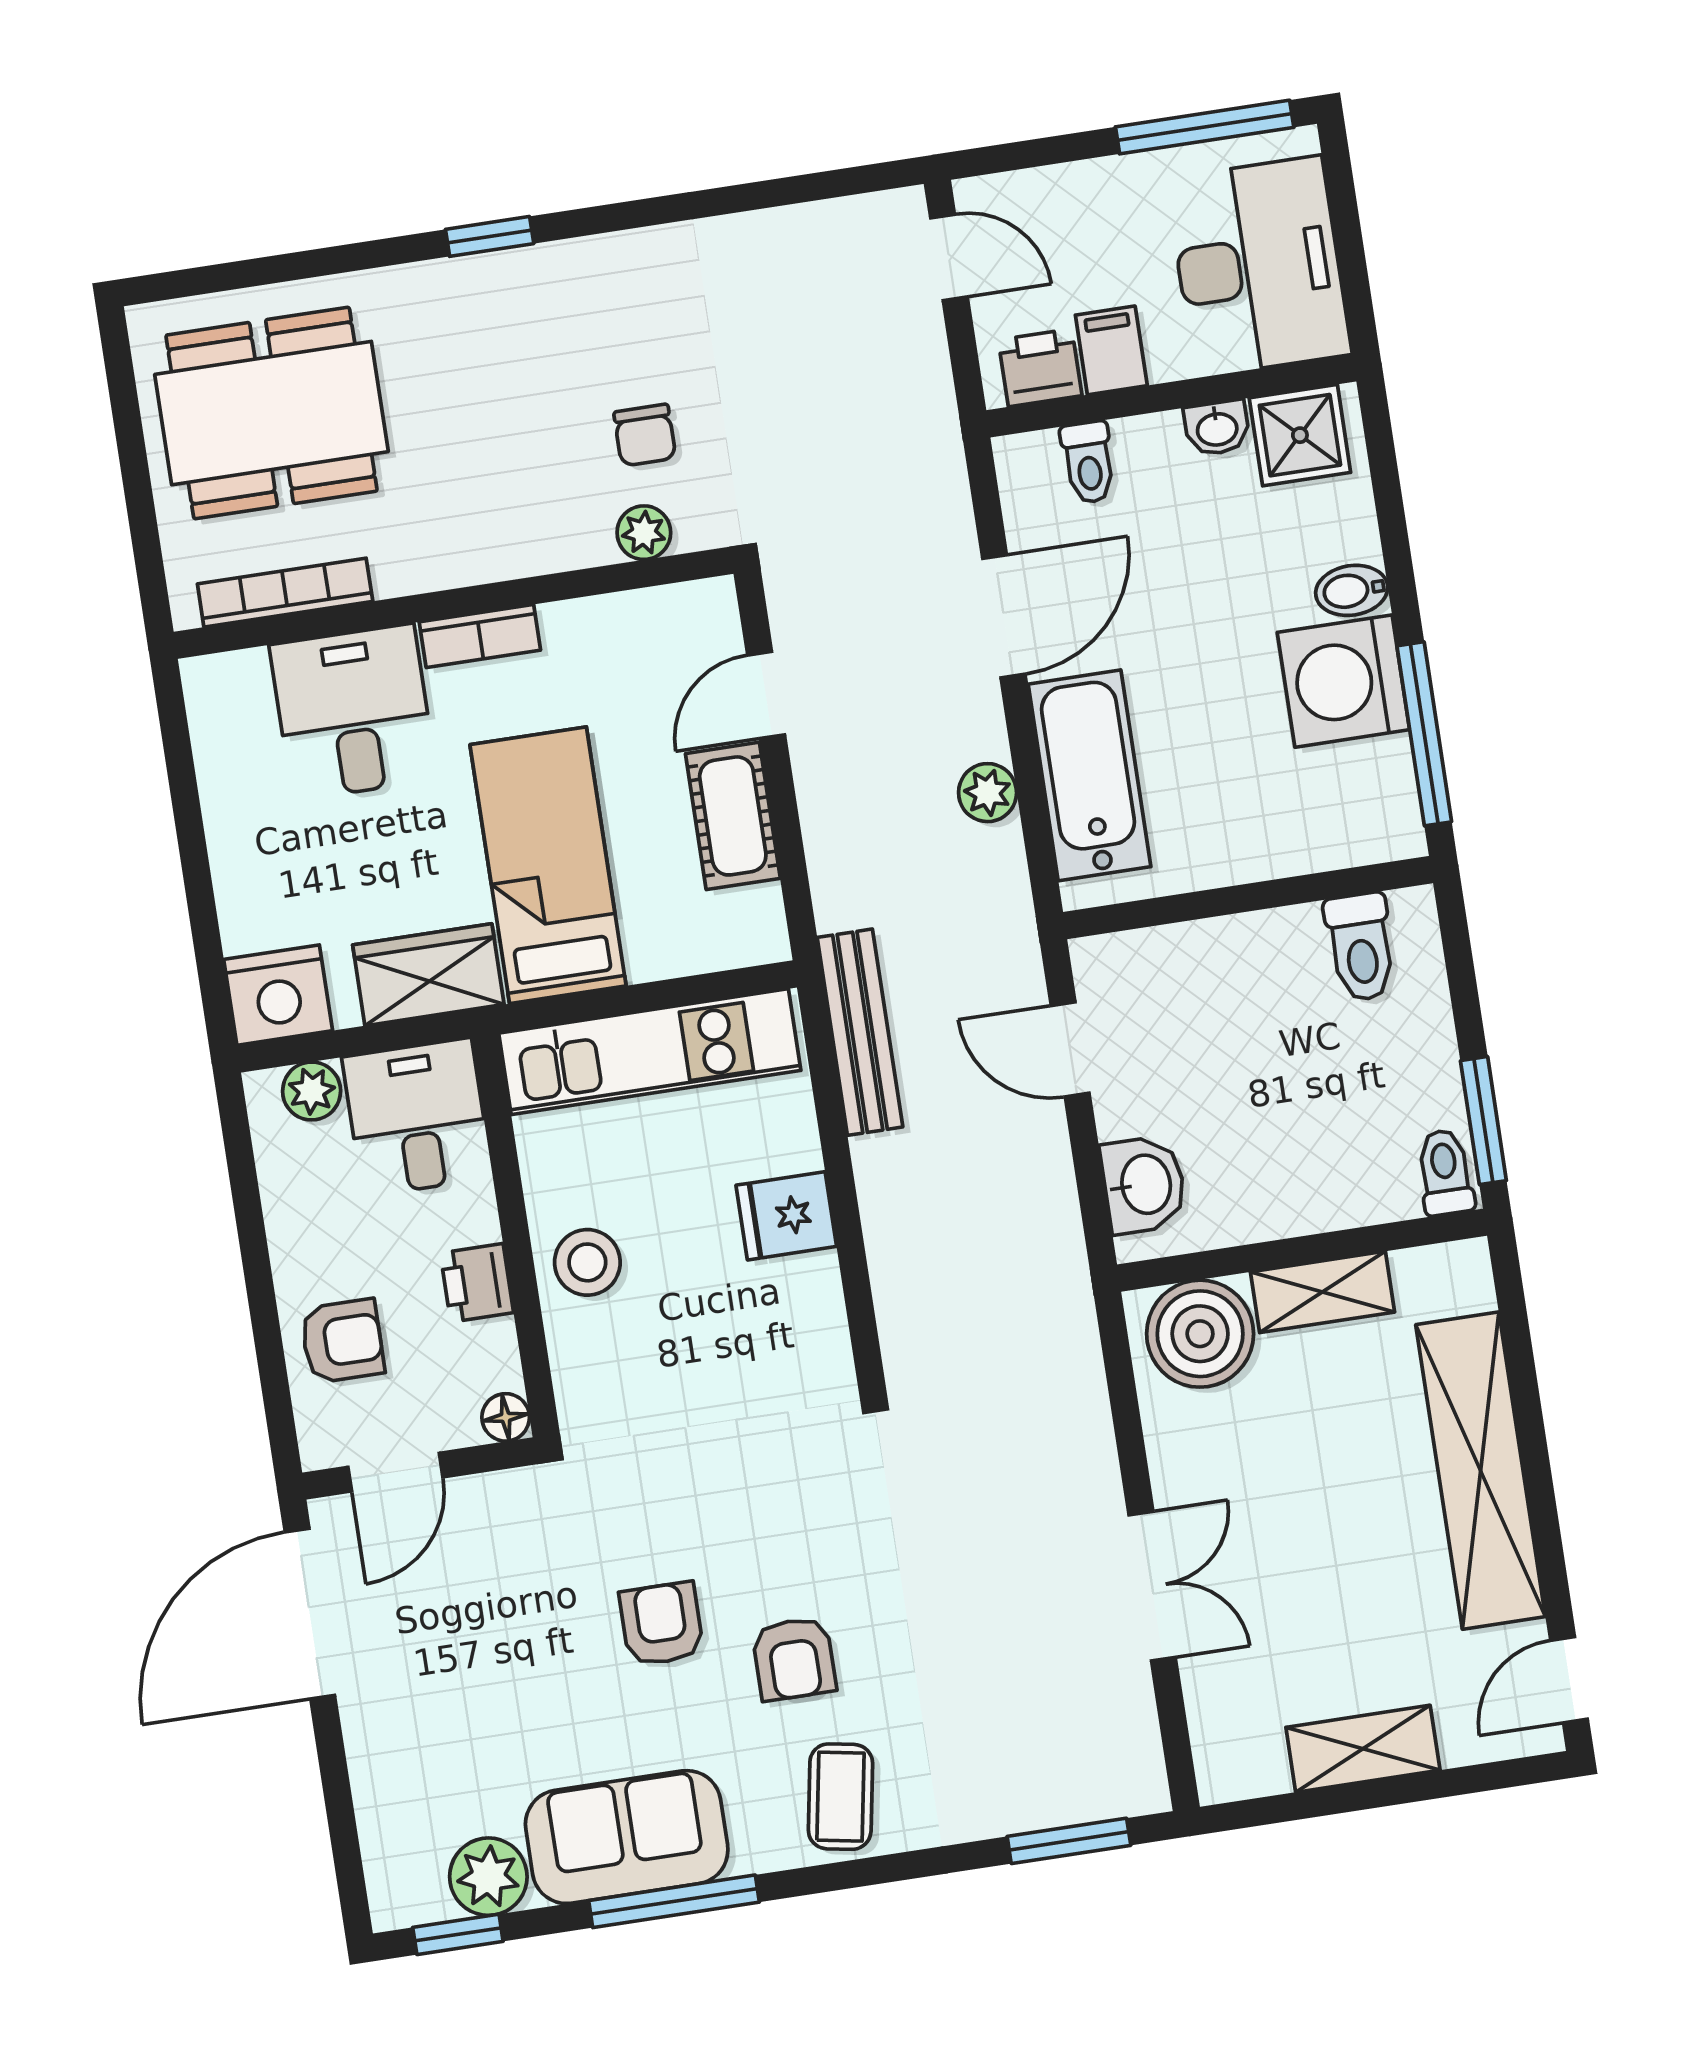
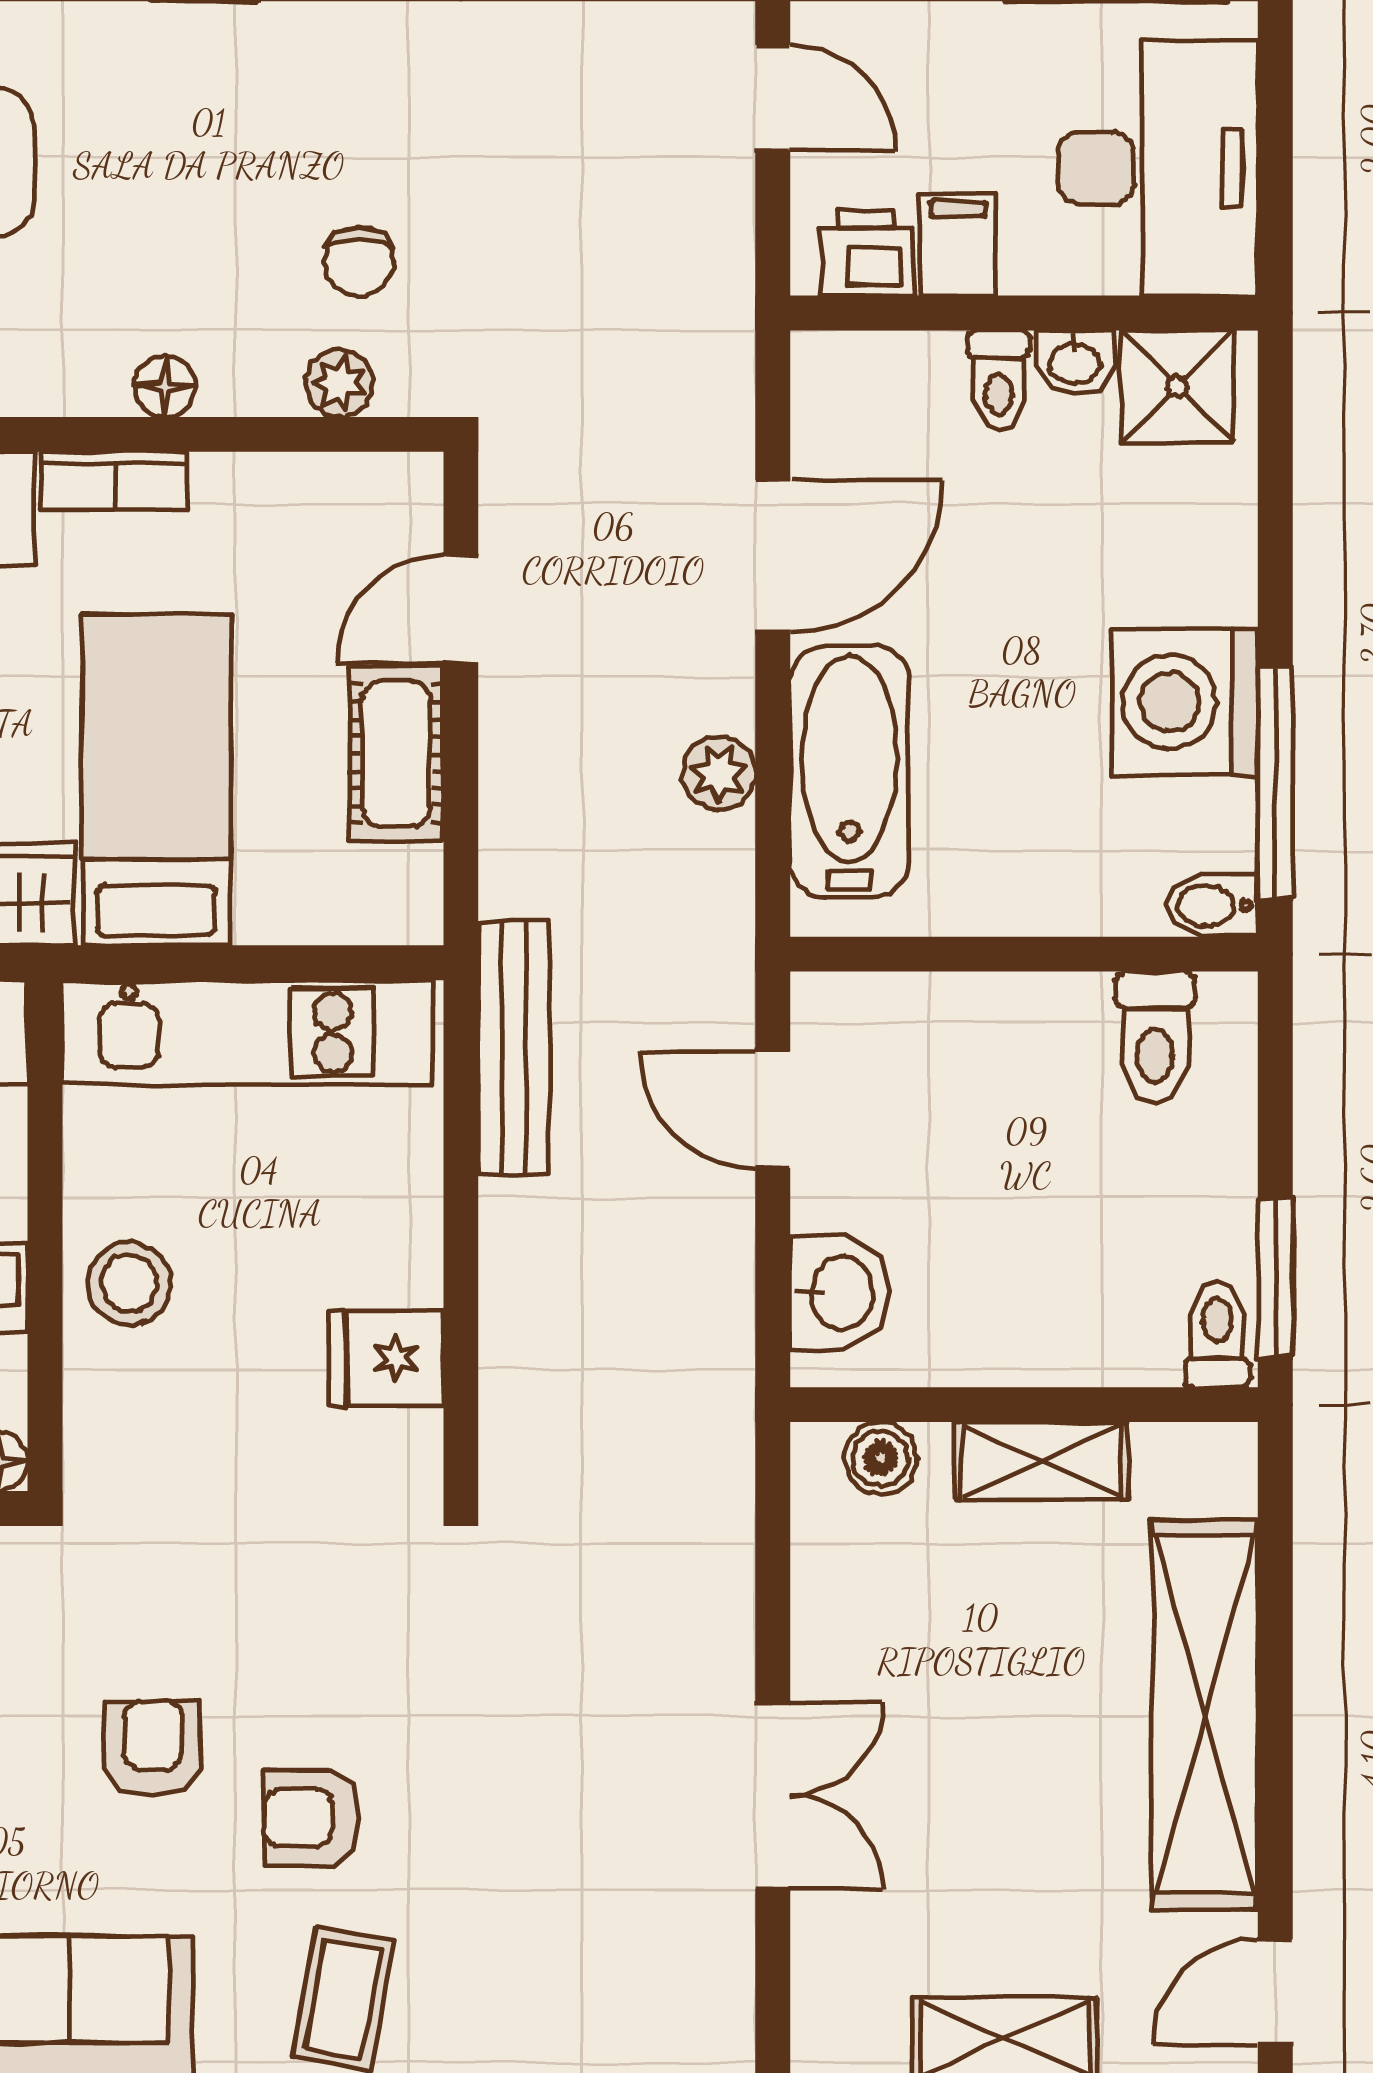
toilet: (1088, 462) -> (998, 380), moved
floor lamp: (508, 556) -> (165, 386), added
bidet: (1352, 590) -> (1212, 906), moved
fridge: (786, 1216) -> (387, 1358), moved
boiler: (1200, 1334) -> (881, 1458), width x0.54, depth x0.54
armchair: (794, 1659) -> (312, 1818), turned 90

